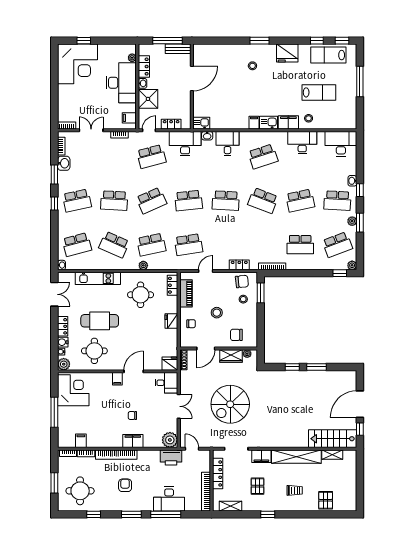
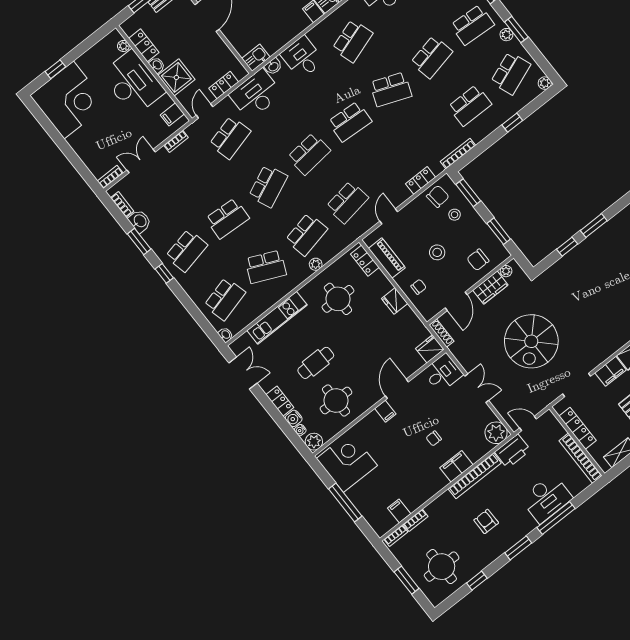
window: (340, 273) -> (512, 123), moved
cafe table: (100, 321) -> (316, 363), width x0.73, depth x0.74
window: (261, 328) -> (499, 231), added
bookcase: (116, 455) -> (475, 476), moved

